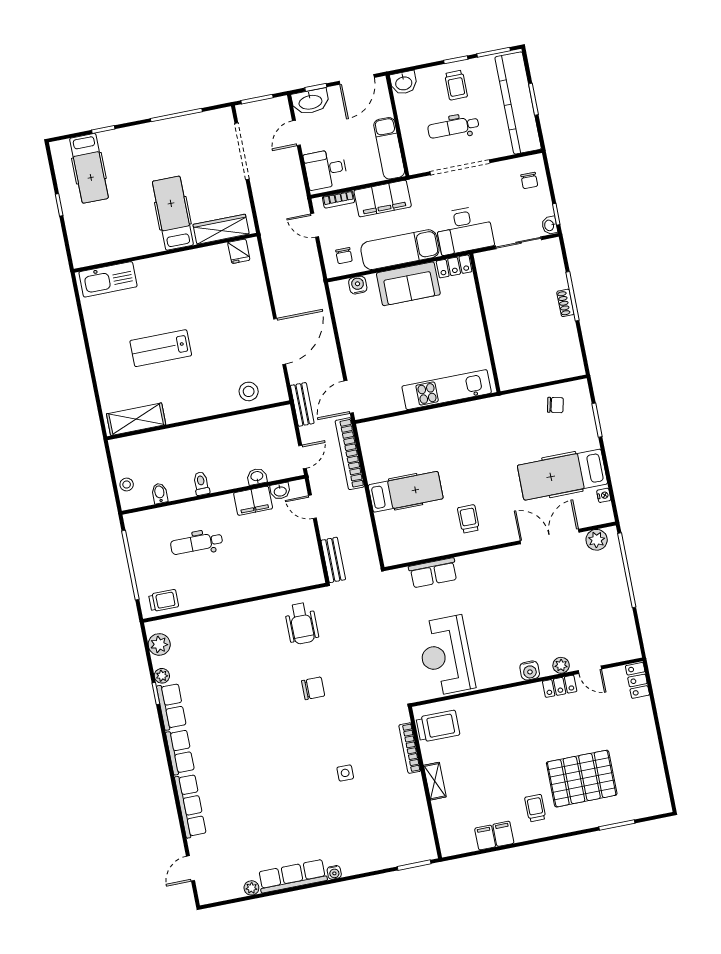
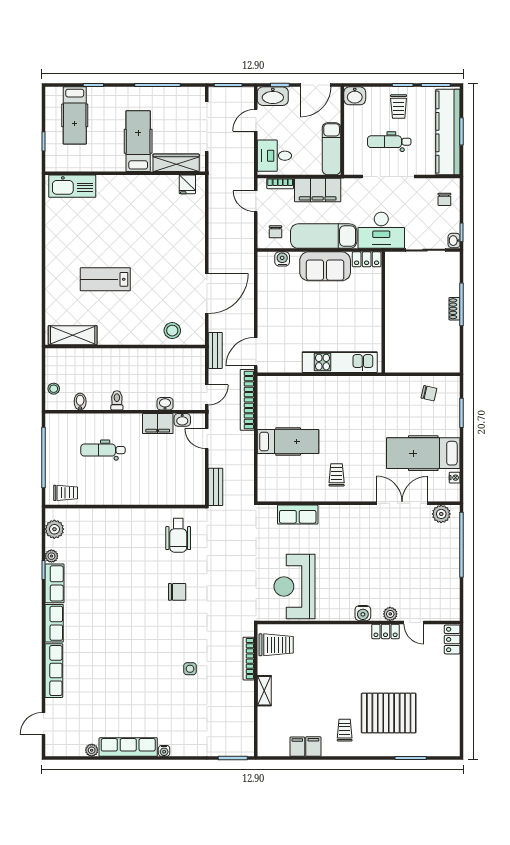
hospital bed: (173, 213) -> (138, 141), moved
wardrobe: (221, 229) -> (176, 163), moved
fridge: (239, 251) -> (187, 184), moved
wall: (165, 253) -> (125, 173), moved
kitchen sink: (108, 279) -> (72, 186), moved

